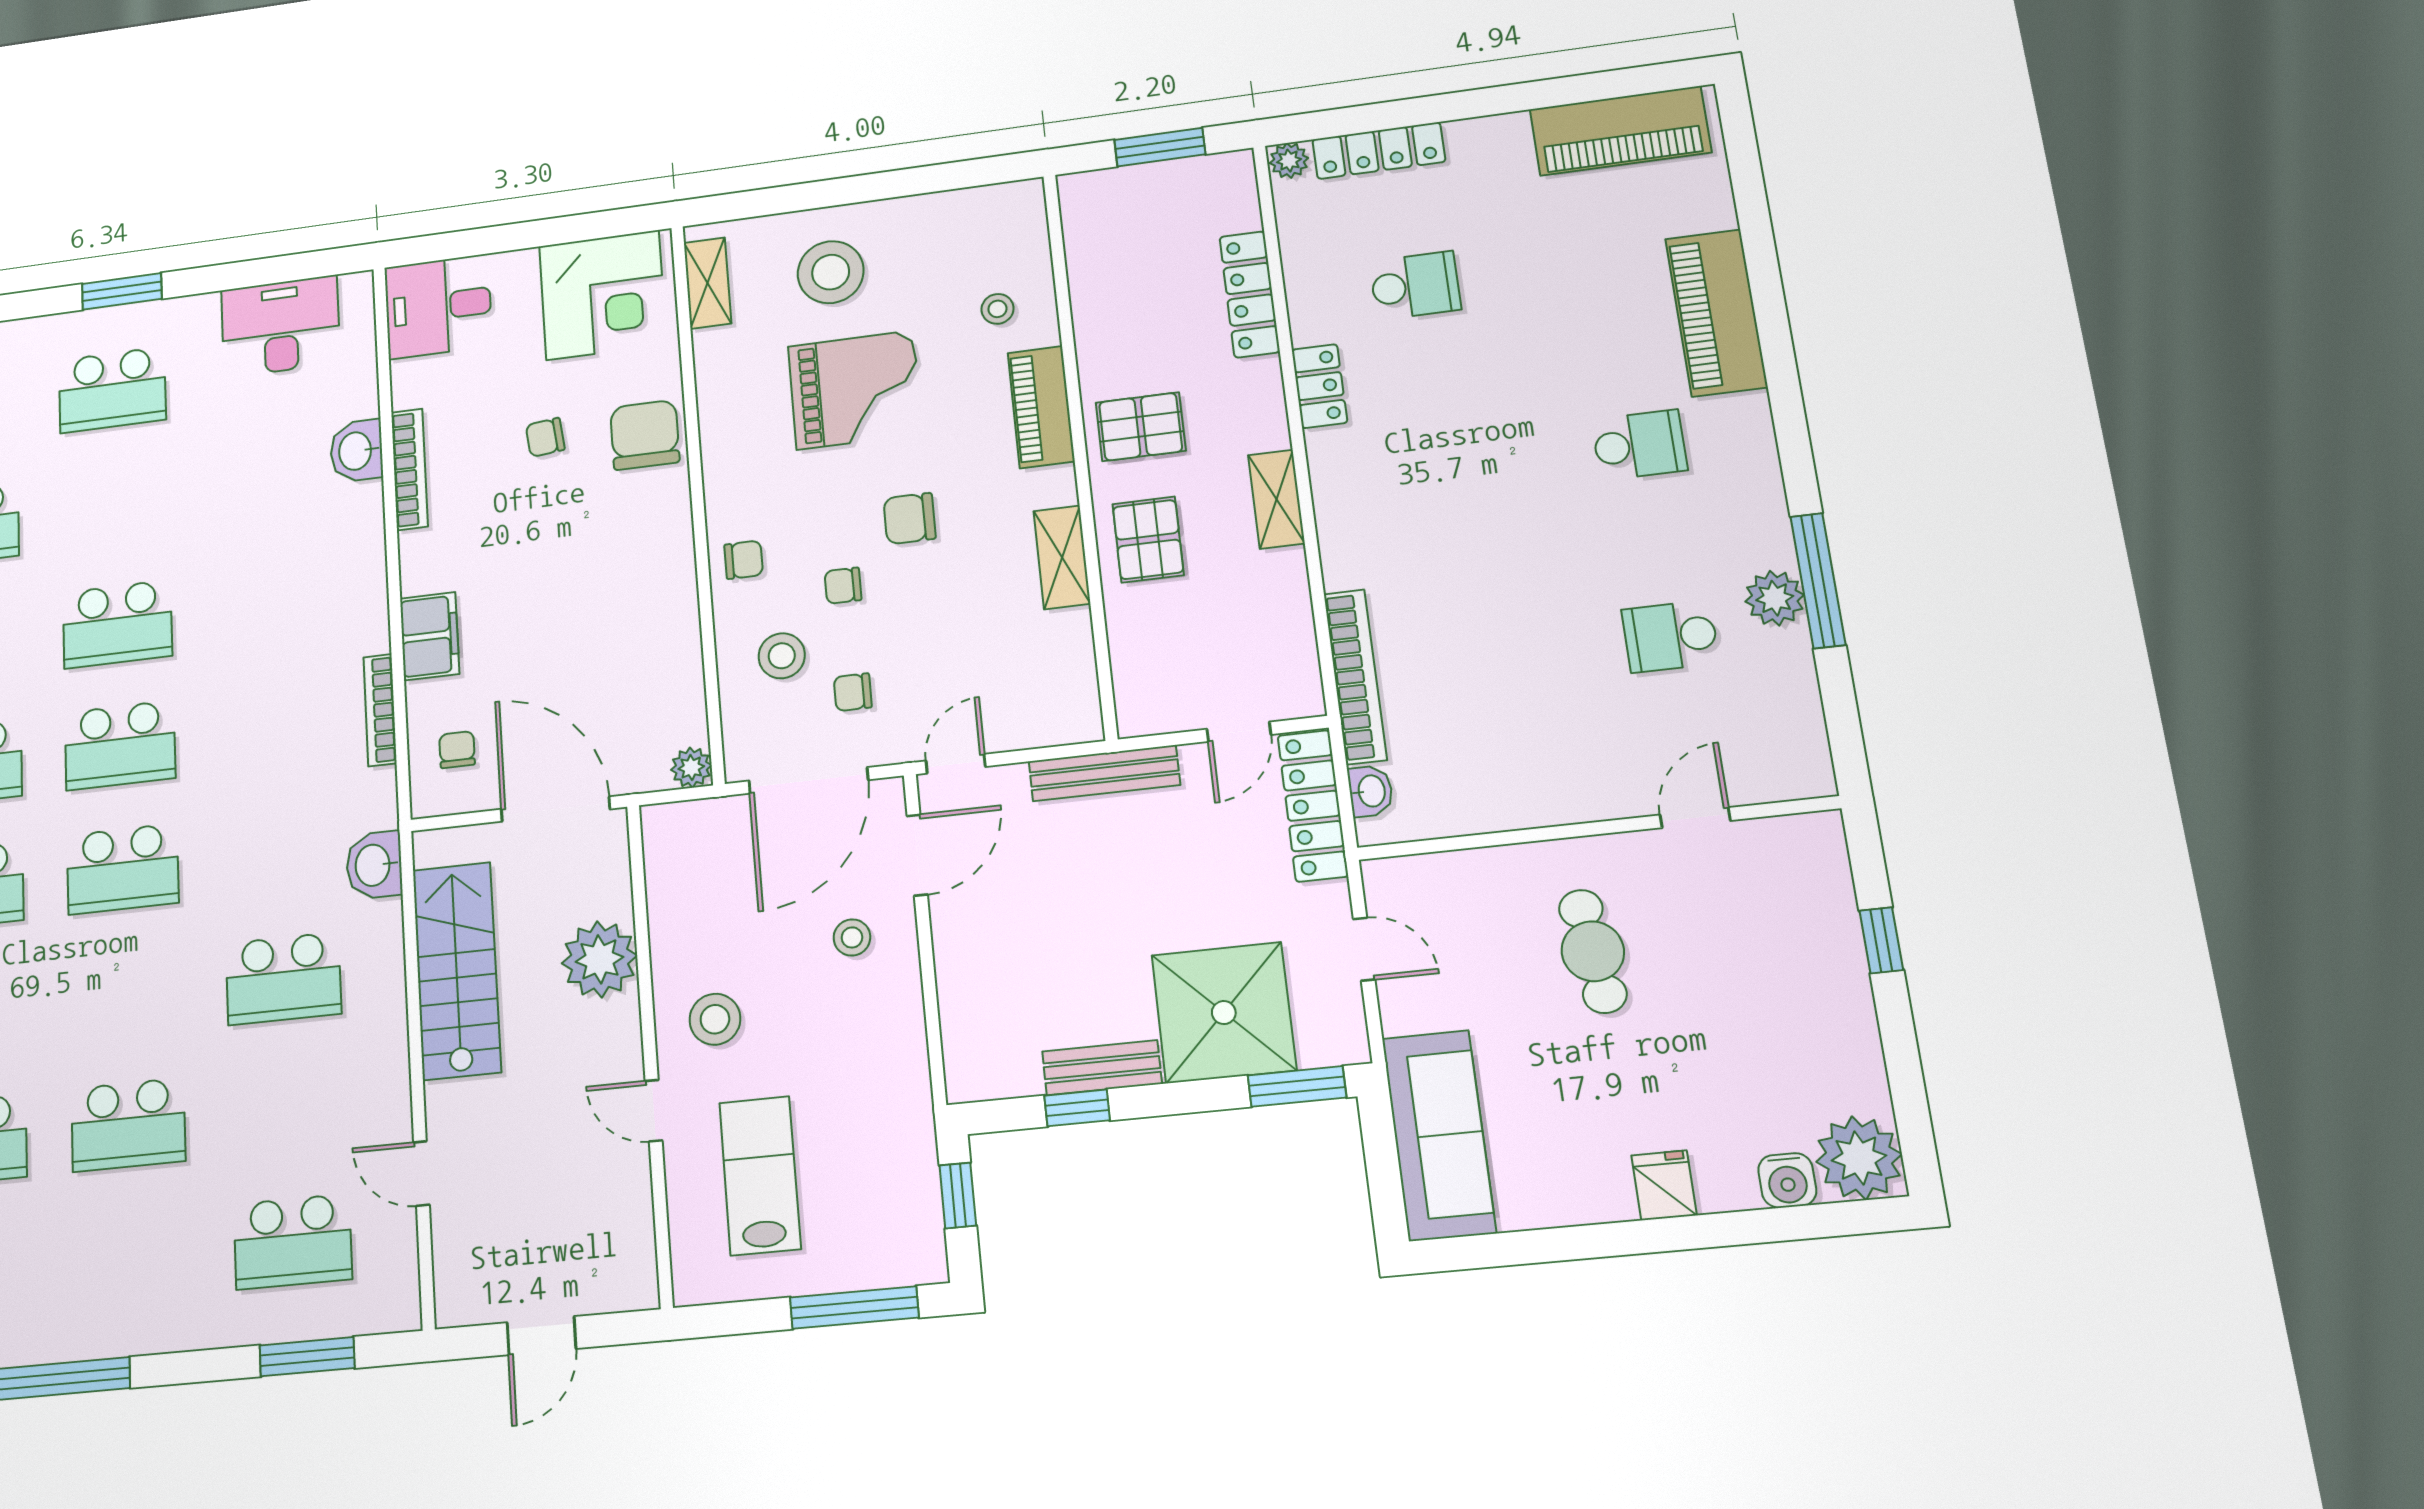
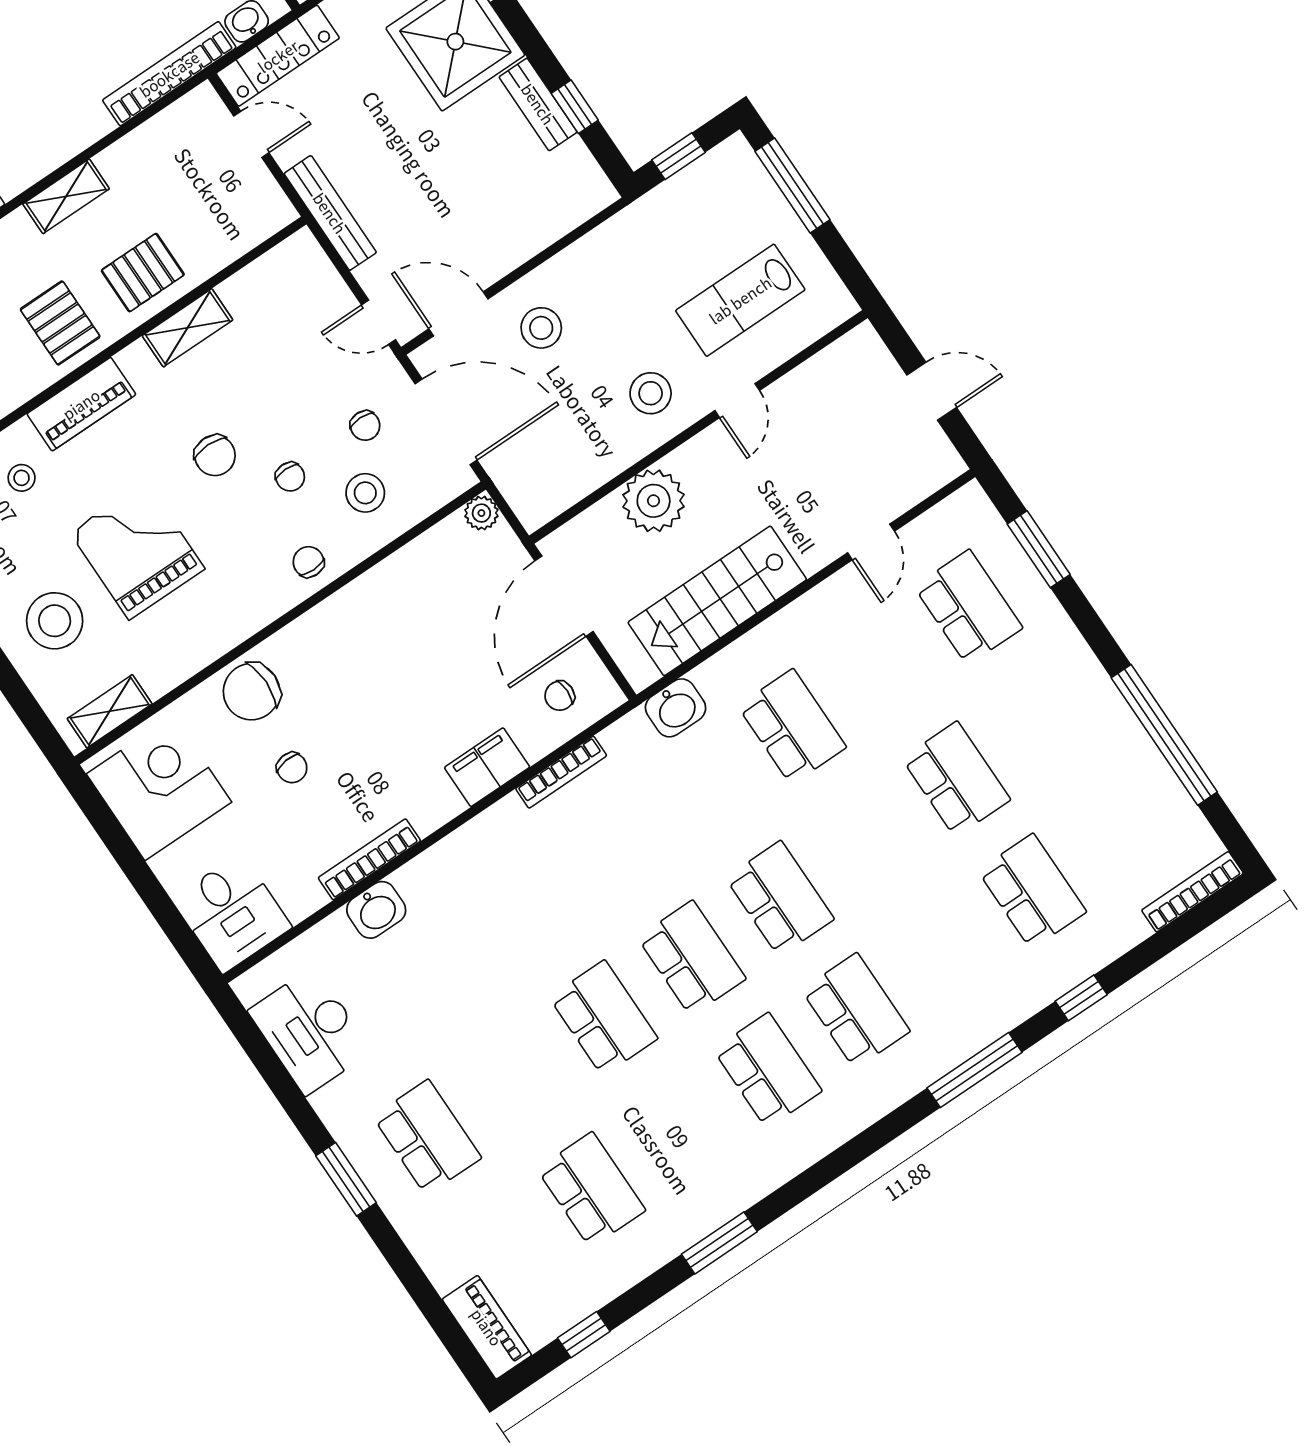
stool: (852, 937) -> (541, 328), width x1.37, depth x1.37

